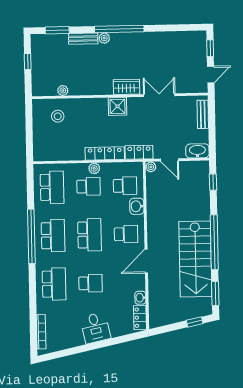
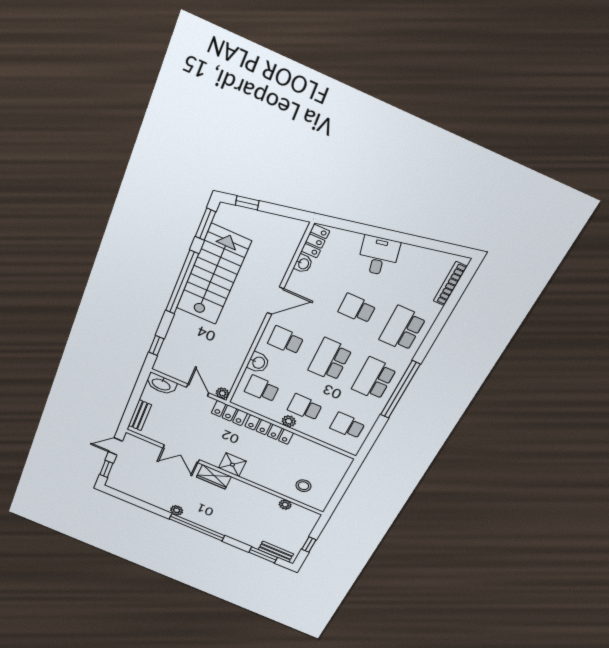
plant: (104, 38) -> (177, 510), moved
bench: (83, 39) -> (276, 552), moved
school desk: (52, 187) -> (347, 426), width x0.54

